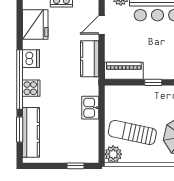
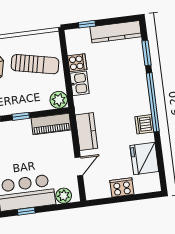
cooker: (31, 88) -> (77, 63), moved, turned 180
kitchen counter: (31, 132) -> (116, 32), moved, turned -90
plant: (113, 154) -> (59, 100), moved

